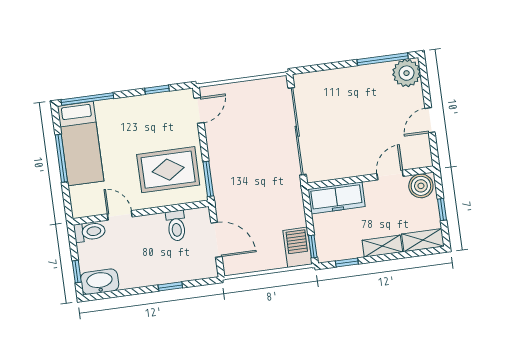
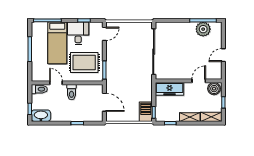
plant: (407, 73) -> (203, 29), moved
desk: (149, 116) -> (78, 33), added
bed: (81, 144) -> (57, 43), moved
toilet: (176, 226) -> (72, 92), moved

